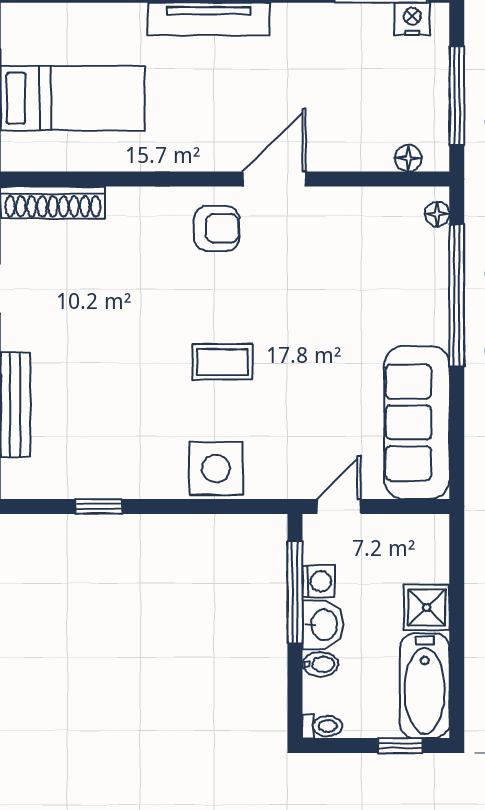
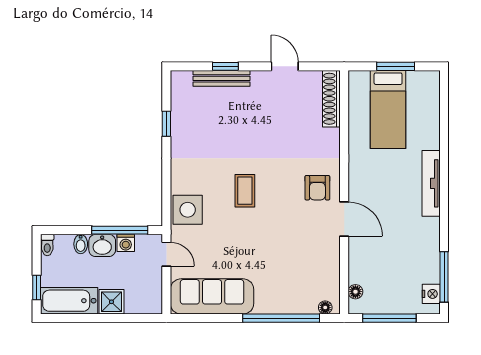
side table: (216, 468) -> (188, 210), moved

